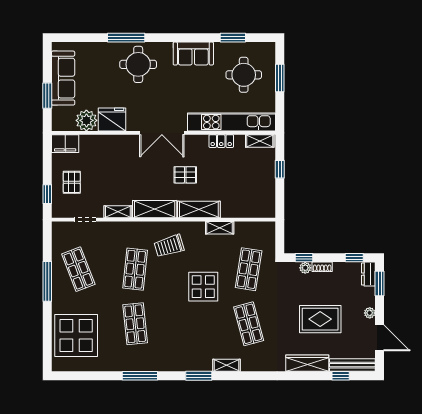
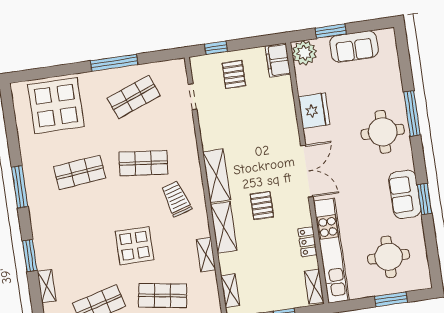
window: (233, 38) -> (424, 199), moved
sofa: (63, 78) -> (354, 47), width x0.73
plant: (86, 120) -> (304, 53), moved
double door: (162, 133) -> (307, 171), swing flipped
pallet: (72, 182) -> (234, 74), turned 90
shelving: (118, 212) -> (230, 291), moved

